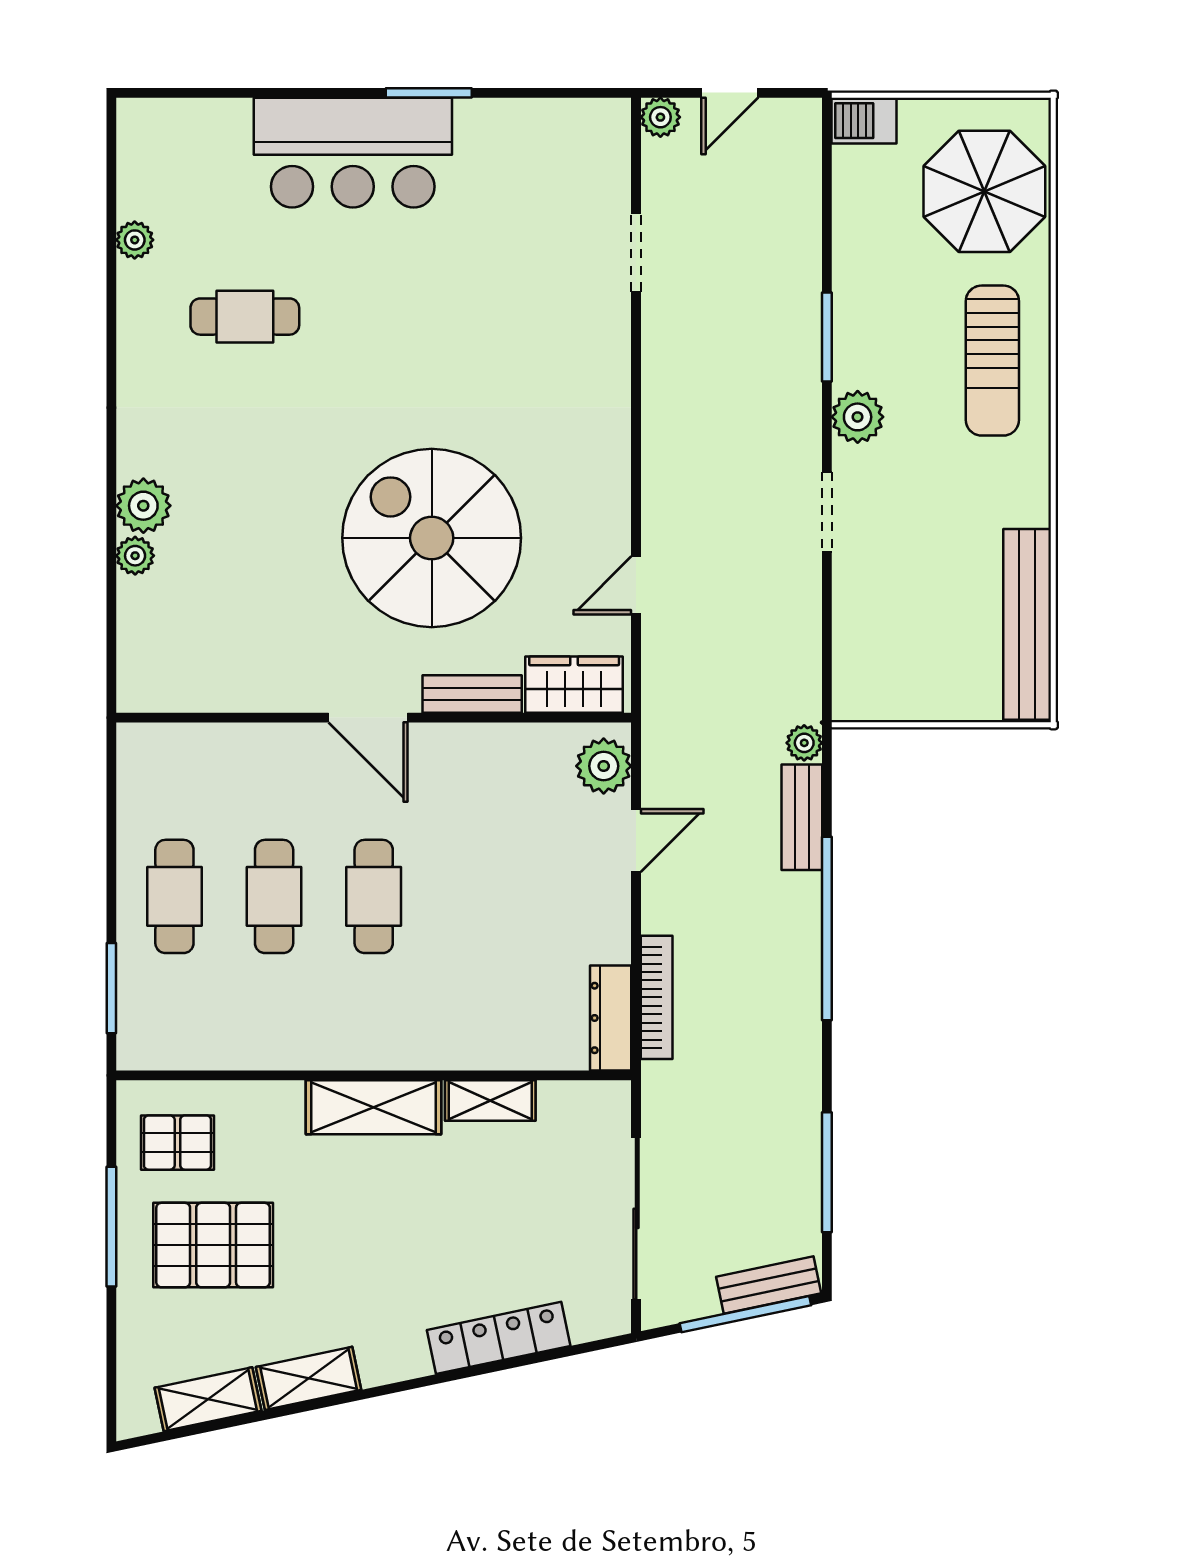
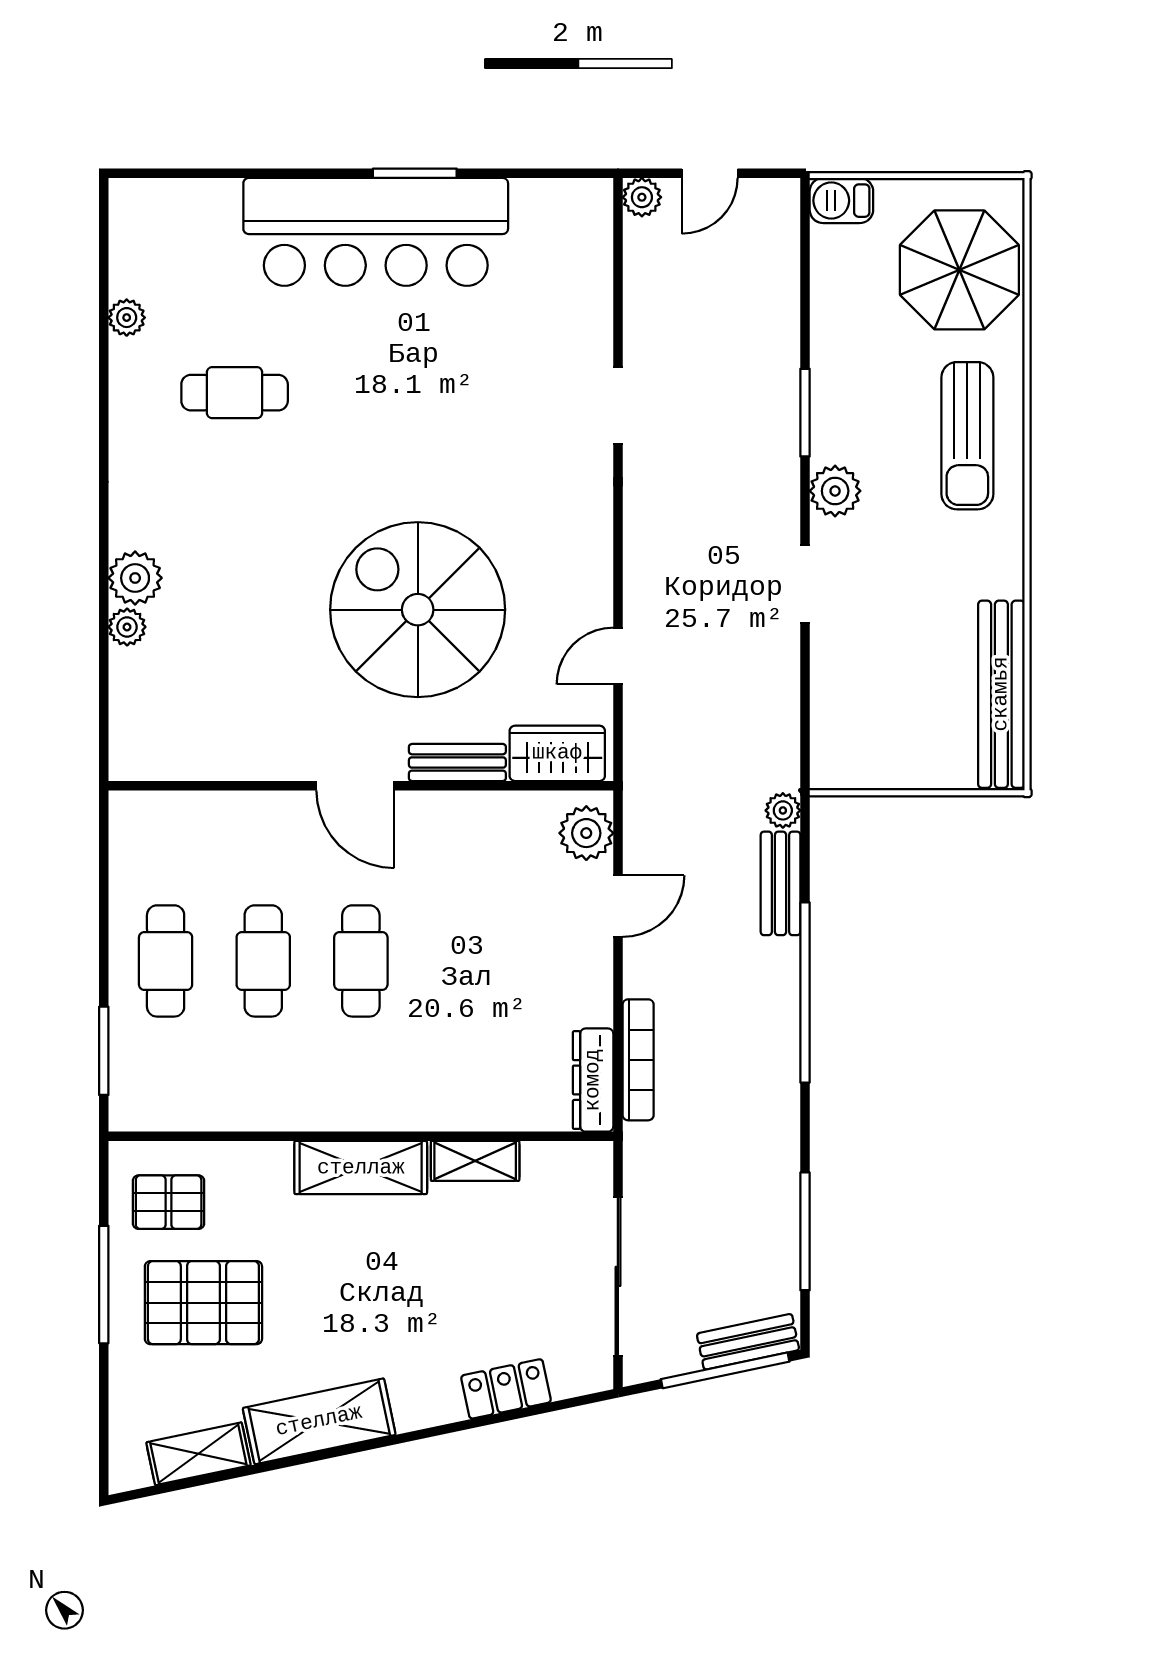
bar counter: (353, 153) -> (376, 232), width x1.36
doorway: (636, 252) -> (618, 406), moved
locker: (499, 1338) -> (506, 1389), width x0.66
shelving: (309, 1378) -> (319, 1421), width x1.50, depth x1.33

